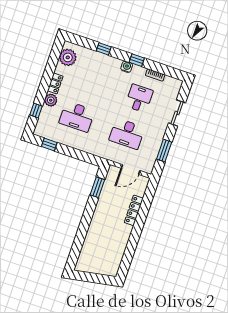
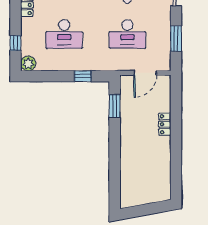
plant: (51, 100) -> (28, 63), moved
window: (49, 145) -> (83, 76), moved
locker: (134, 210) -> (165, 124), width x0.66

